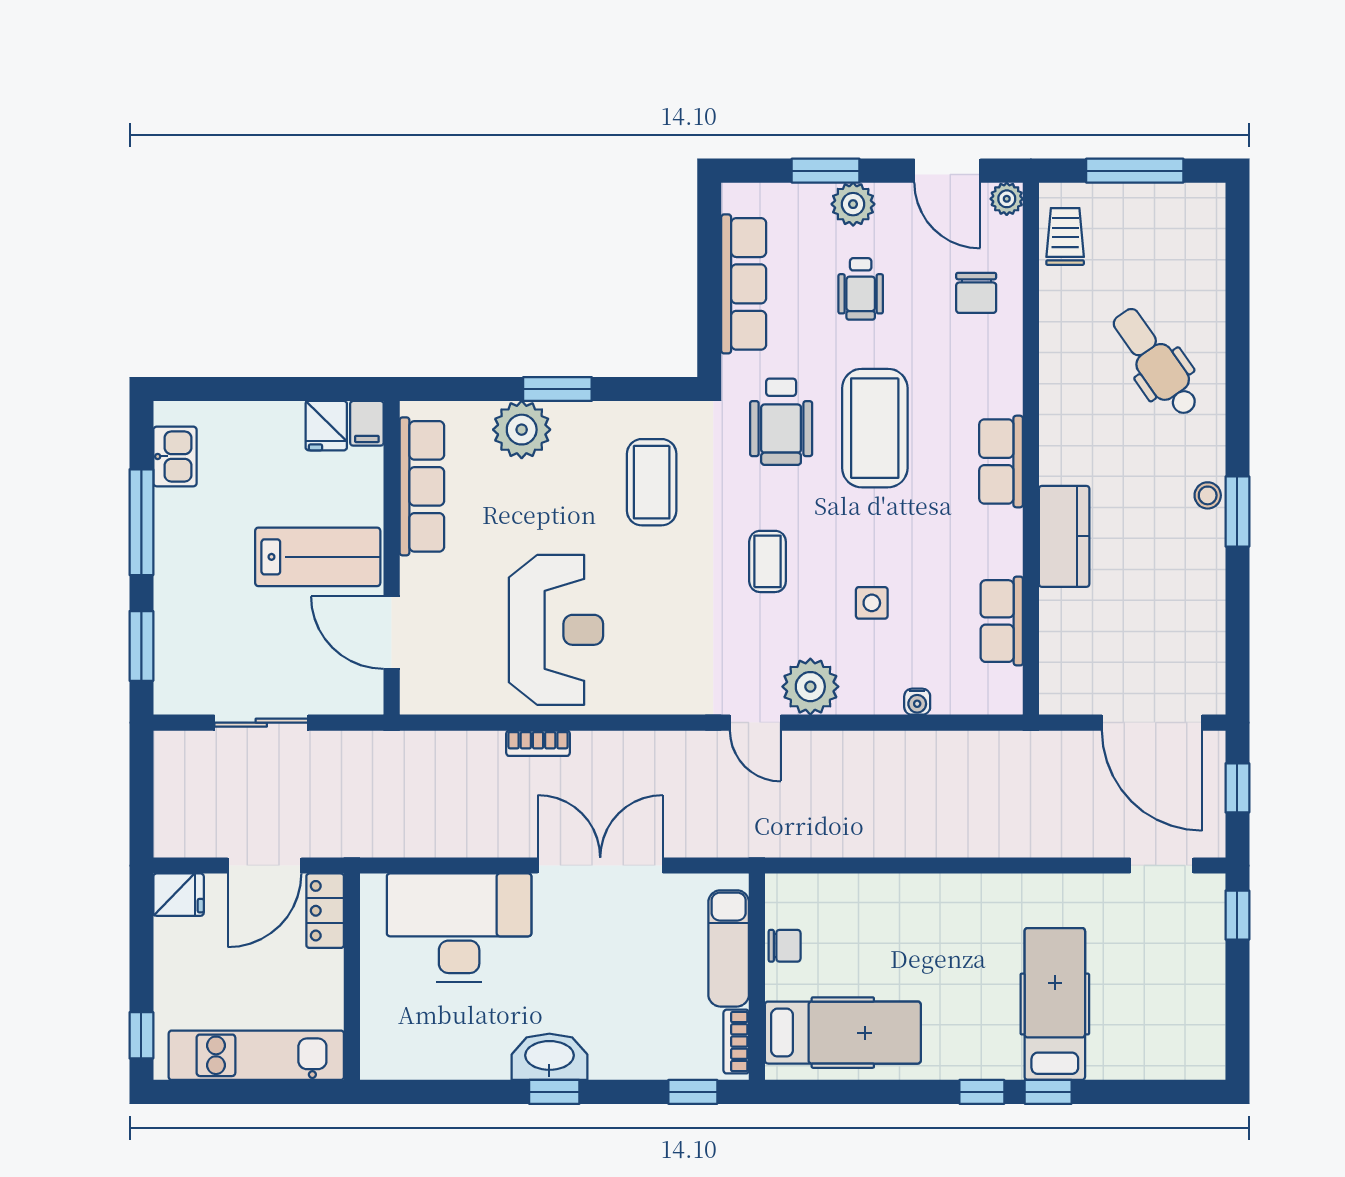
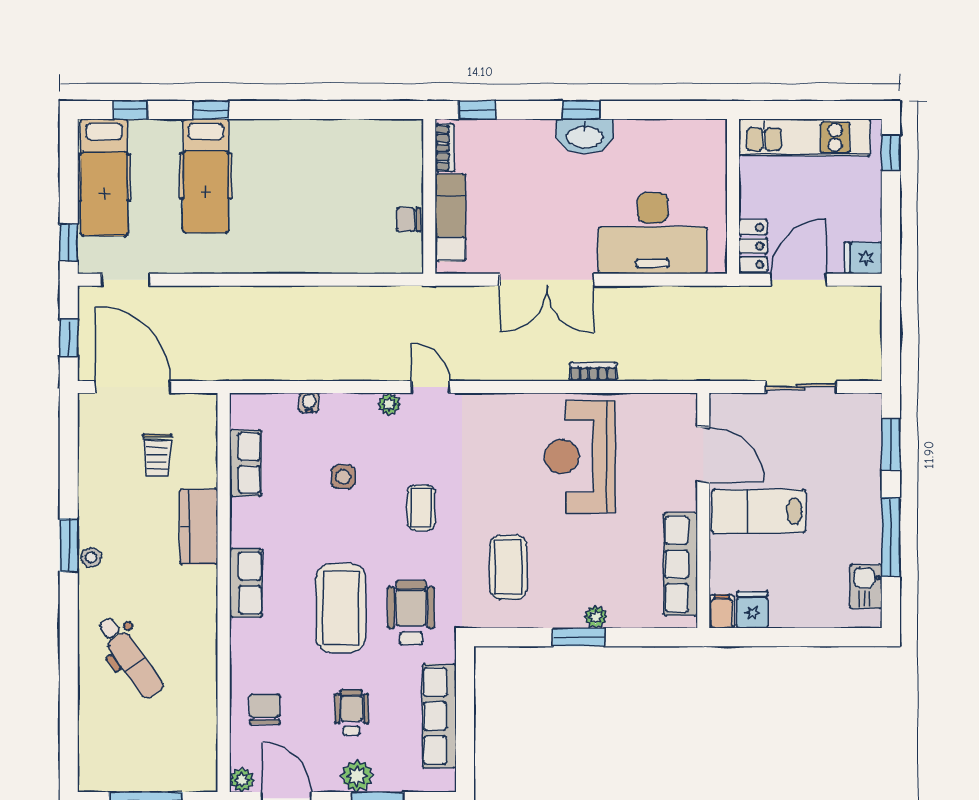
trolley: (1065, 237) -> (157, 455), moved
plant: (522, 430) -> (596, 617), width x0.53, depth x0.53
plant: (810, 687) -> (389, 404), width x0.53, depth x0.53
hospital bed: (843, 1033) -> (104, 177), moved, turned -90
window: (982, 1092) -> (130, 110), moved

